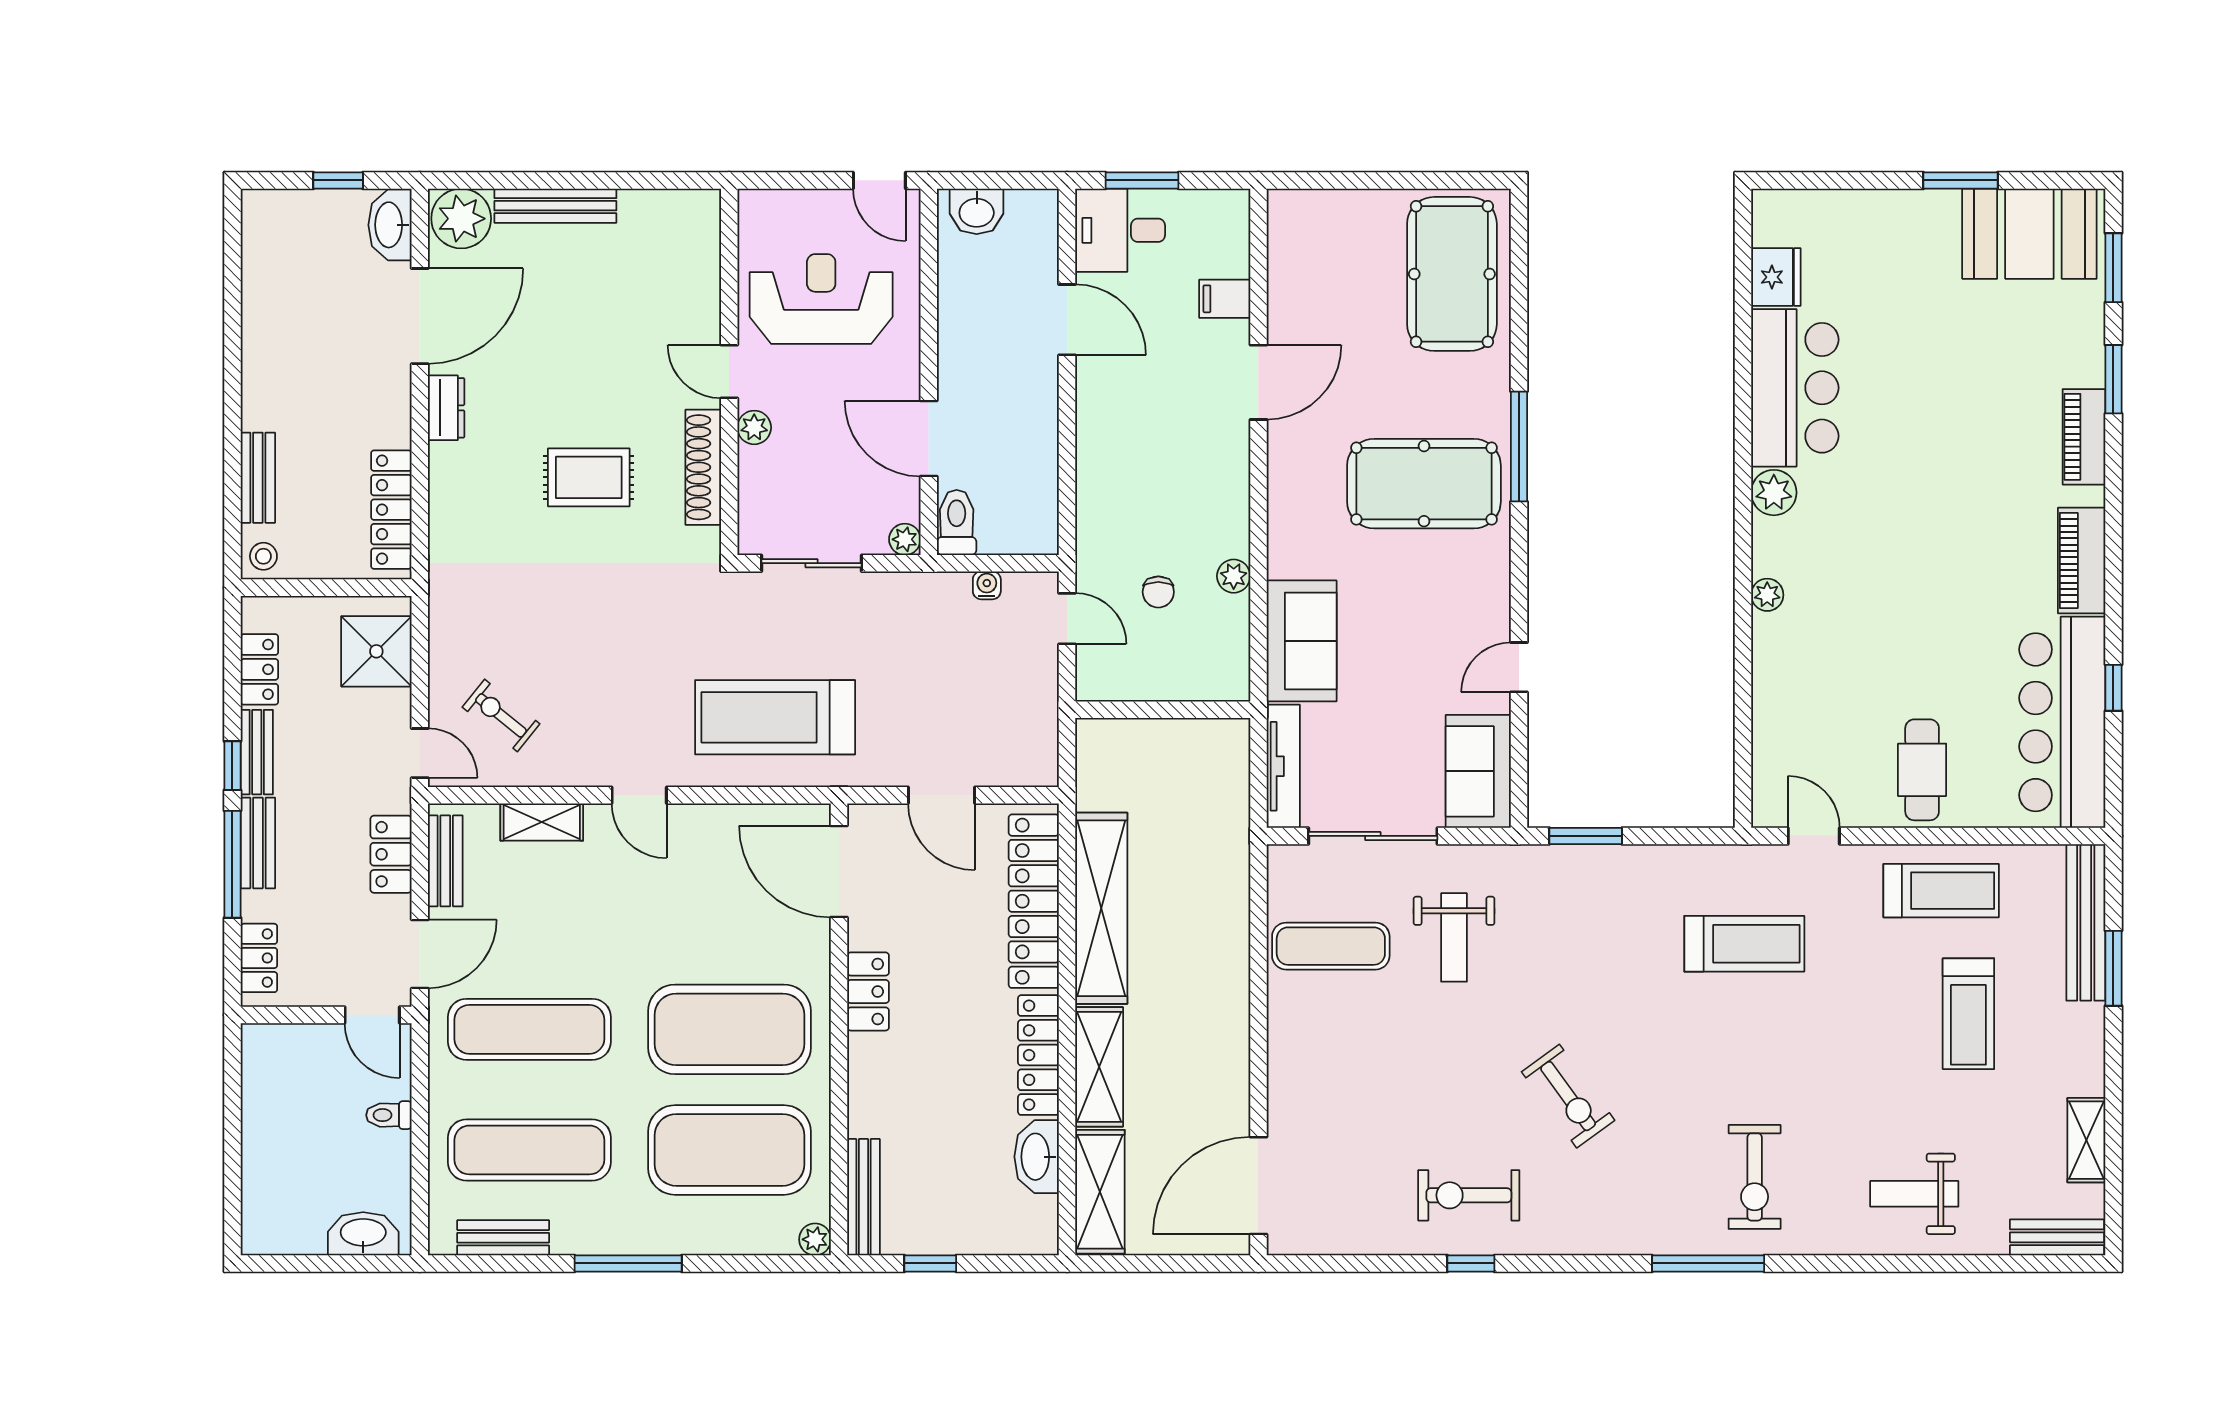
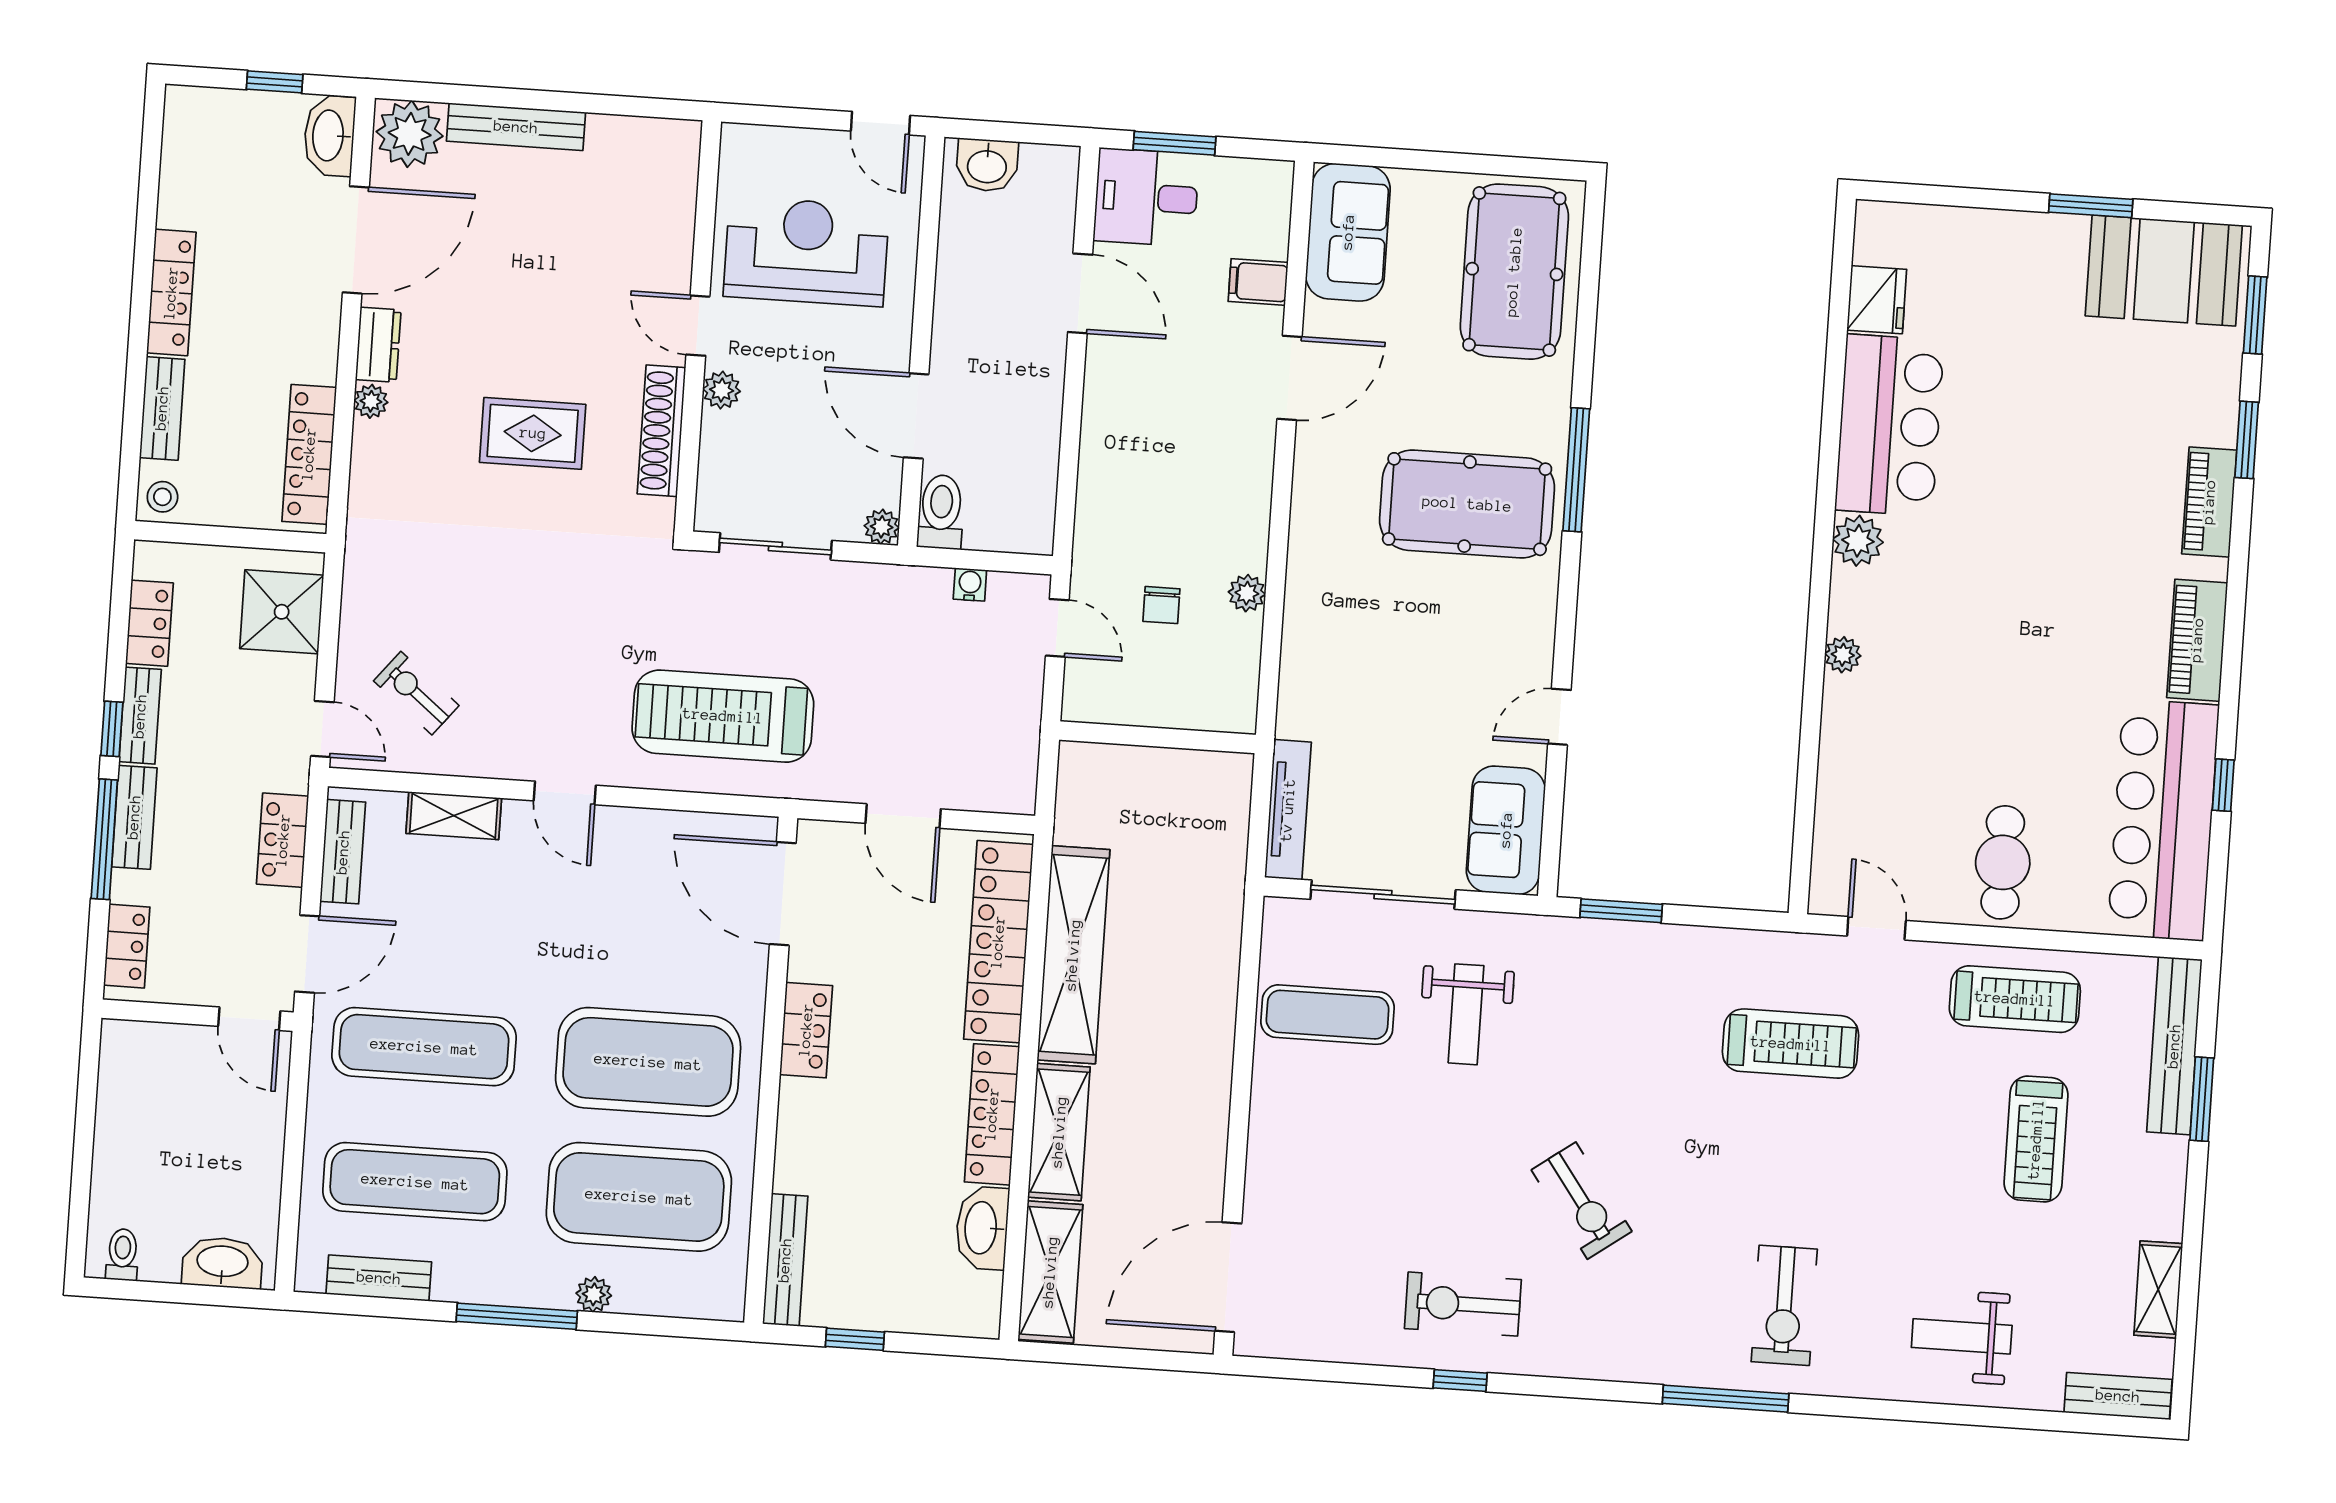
locker: (259, 374) -> (171, 293), added
plant: (443, 459) -> (371, 401), added
sofa: (1302, 641) -> (1348, 232), moved
toilet: (389, 1115) -> (122, 1255), moved, turned 90
plant: (815, 1239) -> (594, 1294), moved

